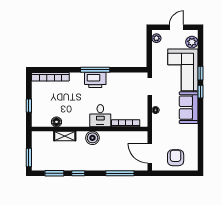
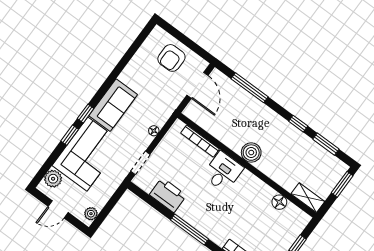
printer: (95, 80) -> (168, 195), moved
shelving: (65, 136) -> (308, 198), moved

